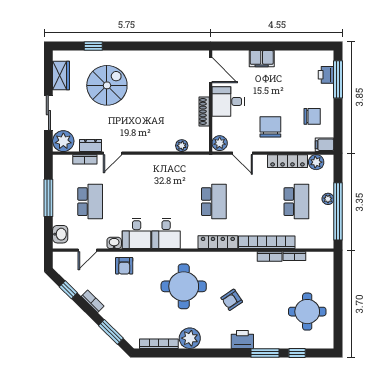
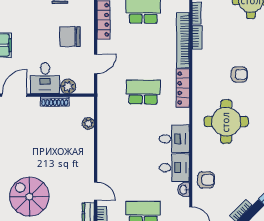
plant: (220, 143) -> (68, 86), moved
armchair: (232, 300) -> (239, 74), turned -56

